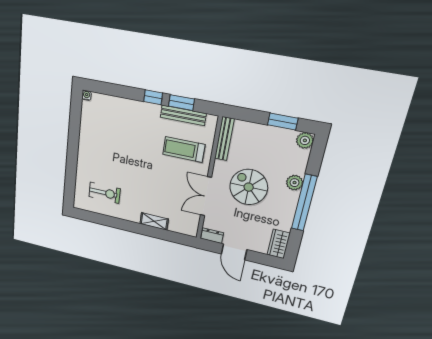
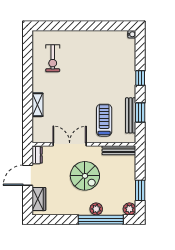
window: (153, 97) -> (140, 78), moved
spiral stairs: (249, 187) -> (85, 176), turned 90
window: (304, 203) -> (101, 220), moved
wardrobe: (279, 244) -> (39, 199), moved, turned 90

